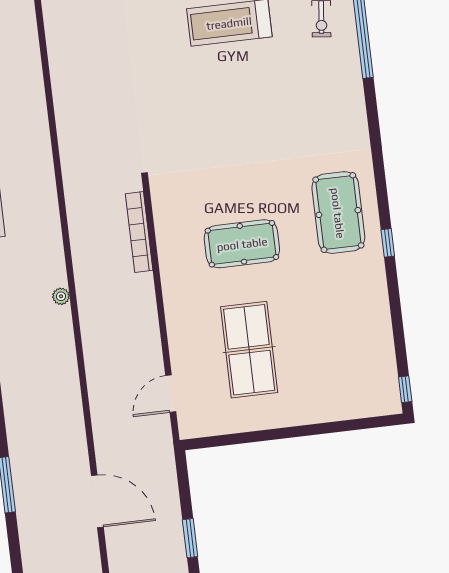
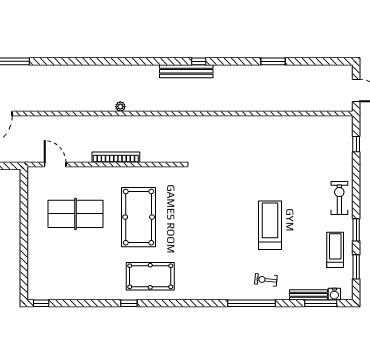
bookcase: (139, 232) -> (116, 157), moved
pool table: (242, 244) -> (139, 217), width x1.36, depth x1.32

